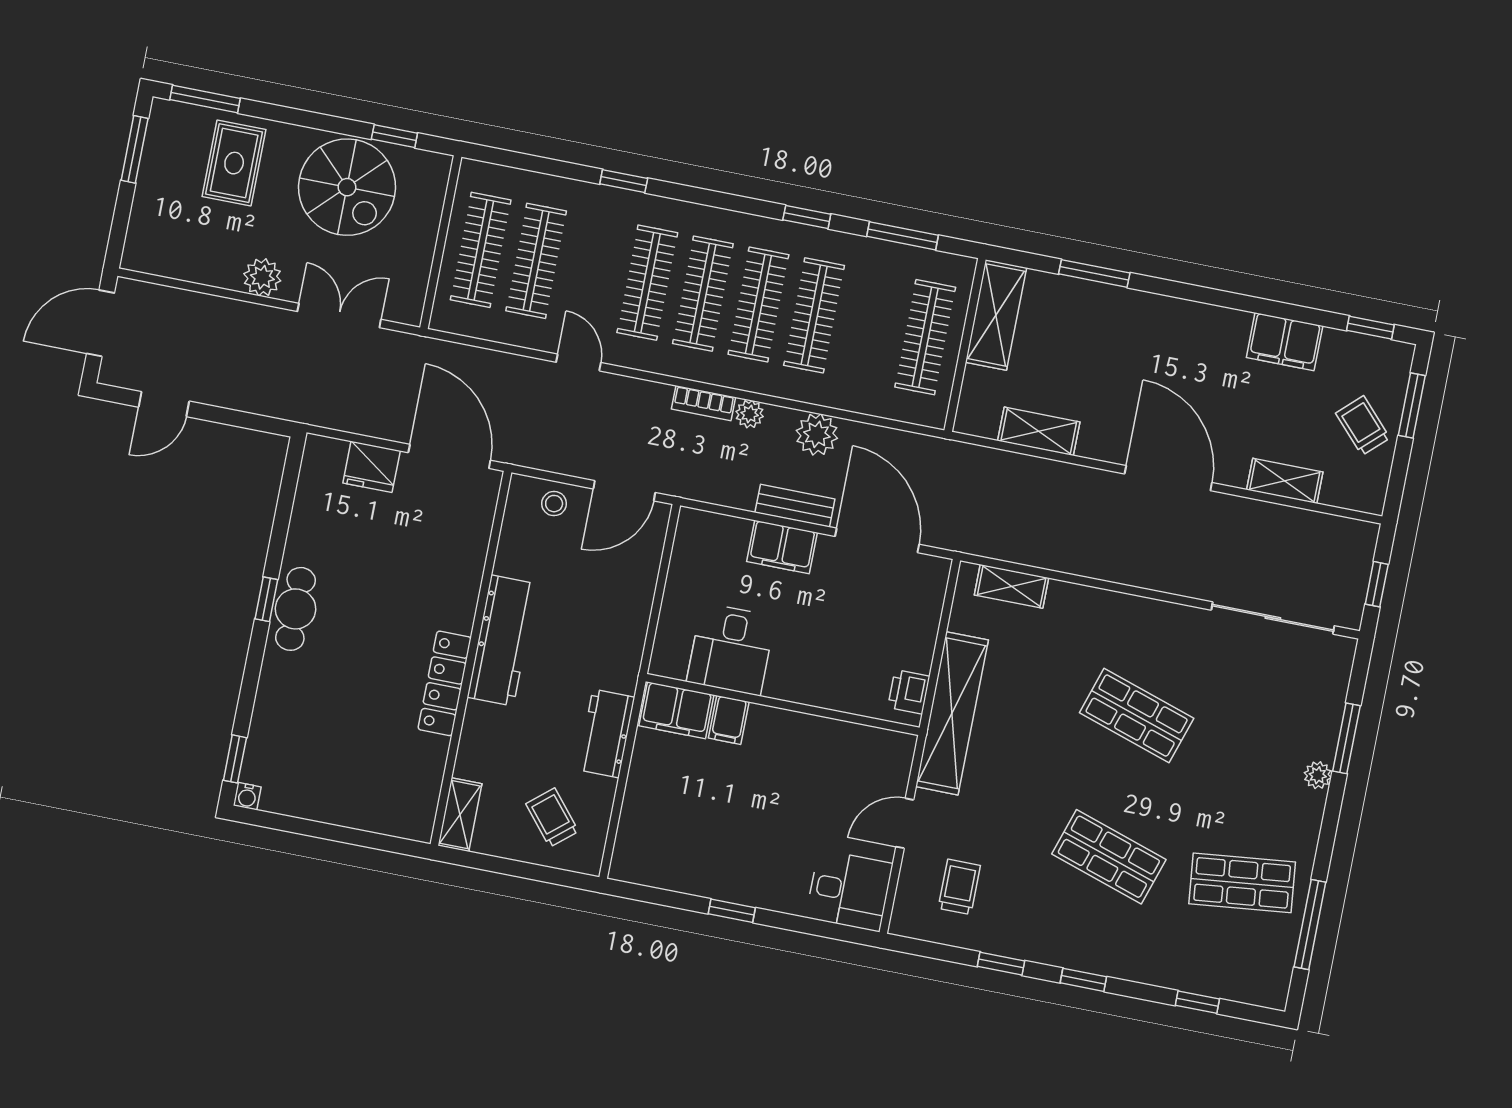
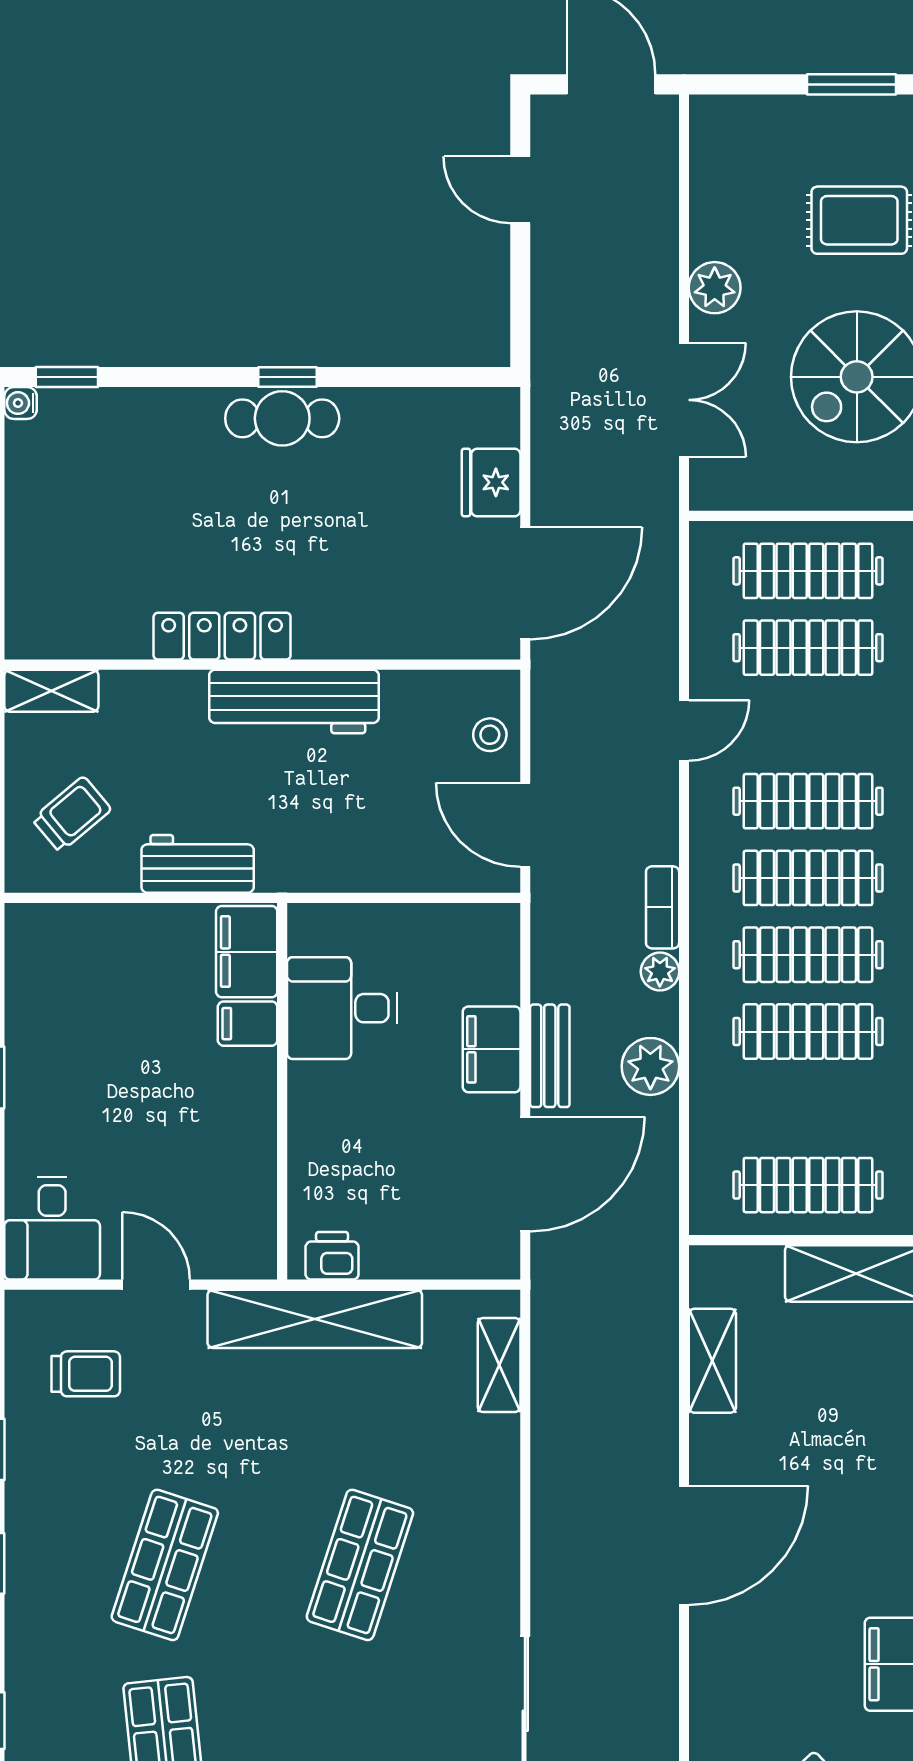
shelving: (1285, 481) -> (711, 1701), removed

